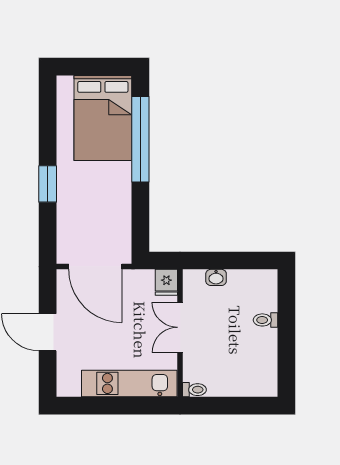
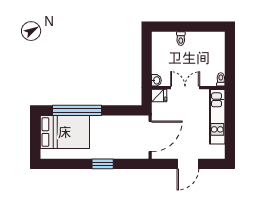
washbasin: (216, 277) -> (156, 80), moved
double door: (180, 327) -> (185, 88), swing flipped

